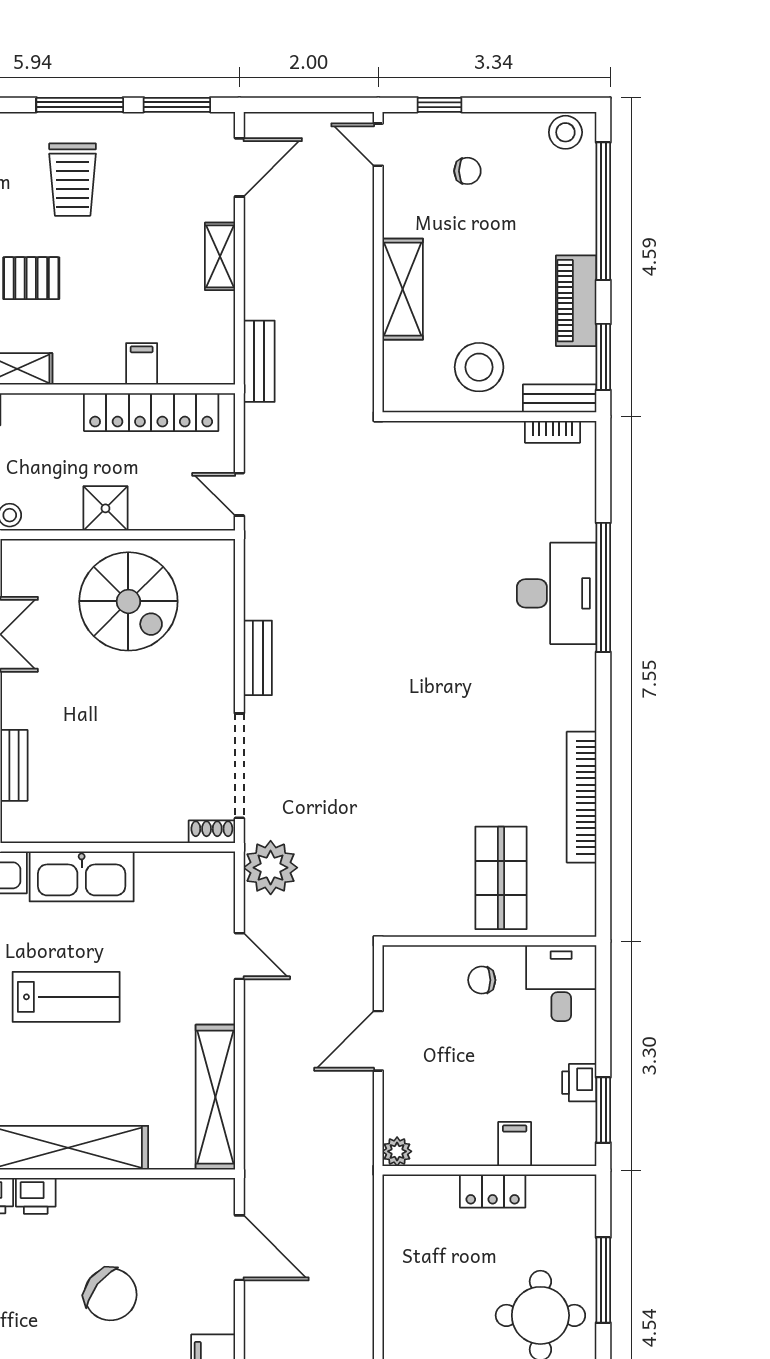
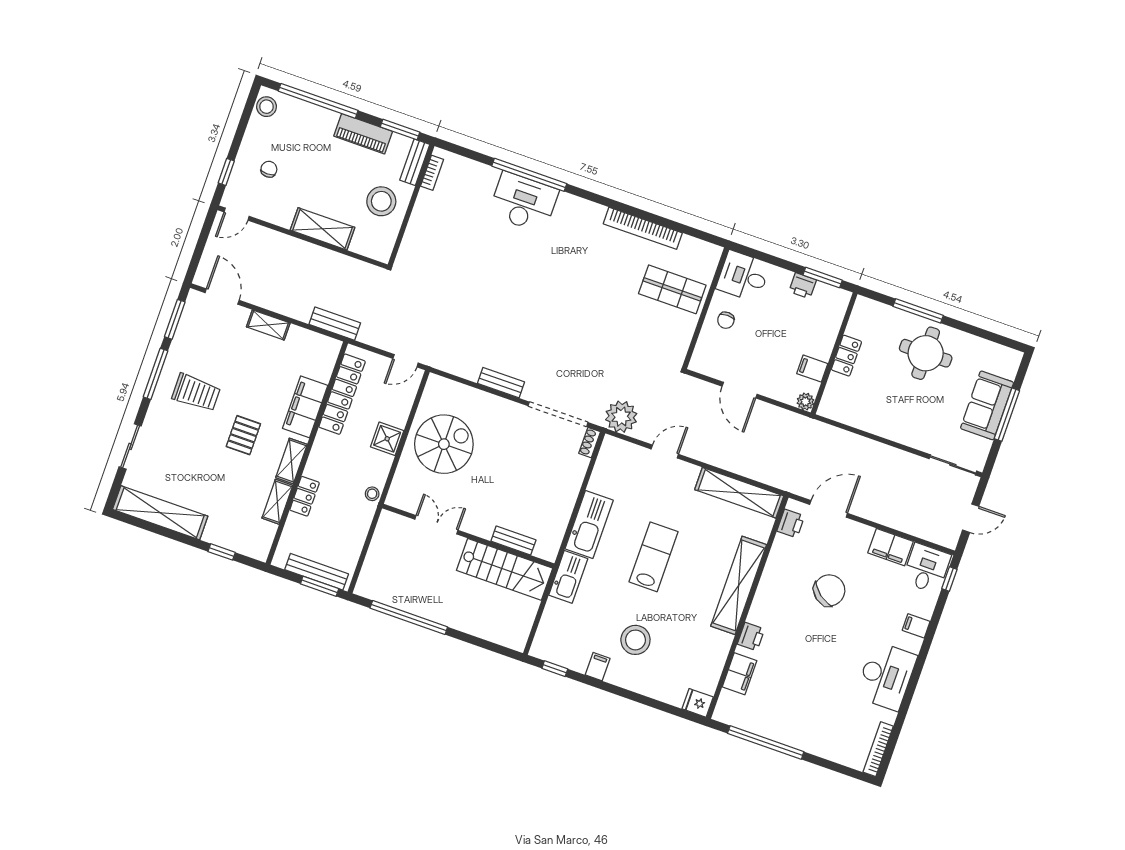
filing cabinet: (142, 364) -> (305, 407), width x3.00, depth x1.17
filing cabinet: (515, 1144) -> (812, 369), moved
printer: (36, 1196) -> (791, 523), moved

